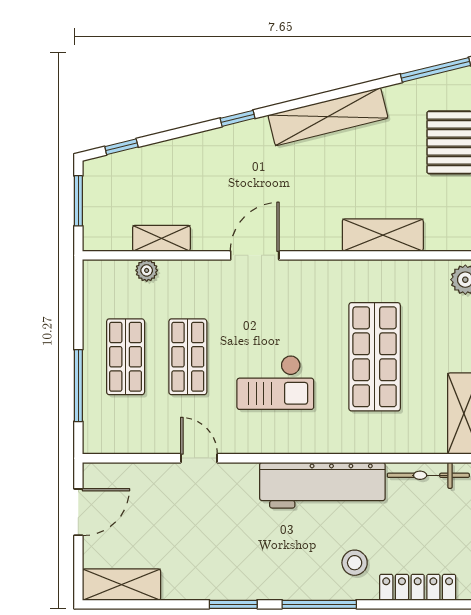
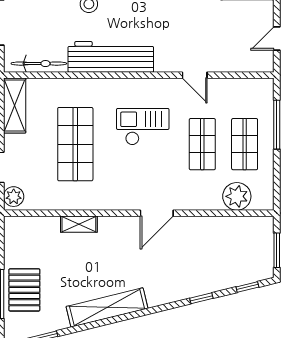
window: (238, 118) -> (201, 298), moved
shelving: (383, 235) -> (79, 224), width x0.67, depth x0.75
shelving: (161, 238) -> (220, 225), removed
plant: (147, 270) -> (237, 196), width x1.88, depth x1.88
door: (78, 512) -> (277, 38), width x0.73

